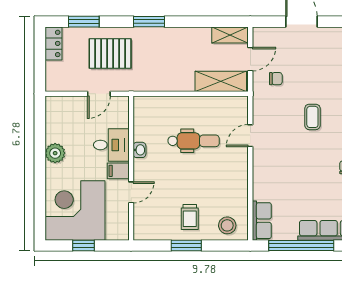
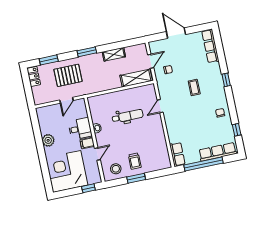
shelving: (230, 35) -> (114, 54), moved
stool: (227, 225) -> (116, 169), moved
window: (83, 245) -> (88, 188), moved

